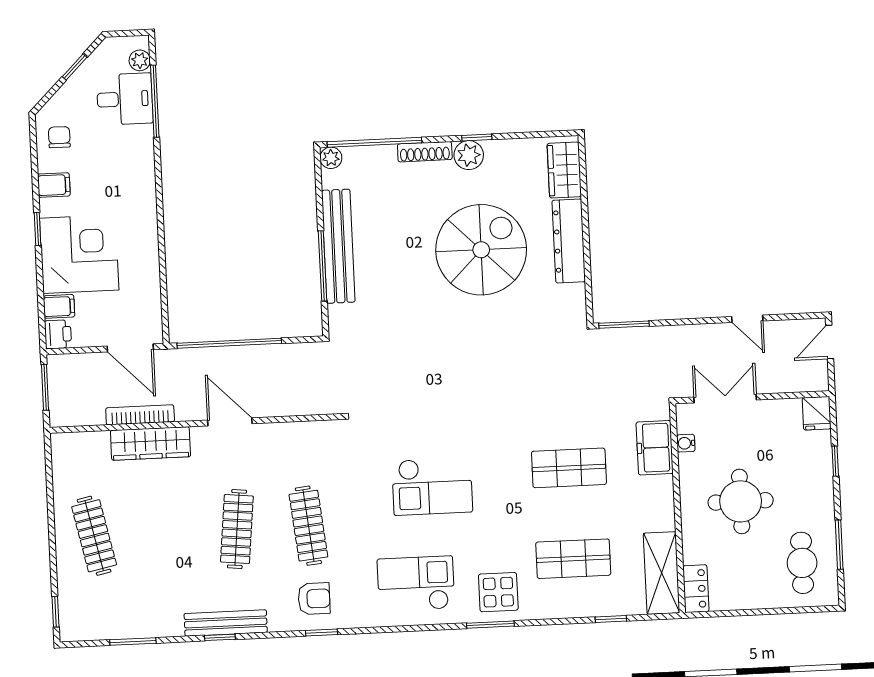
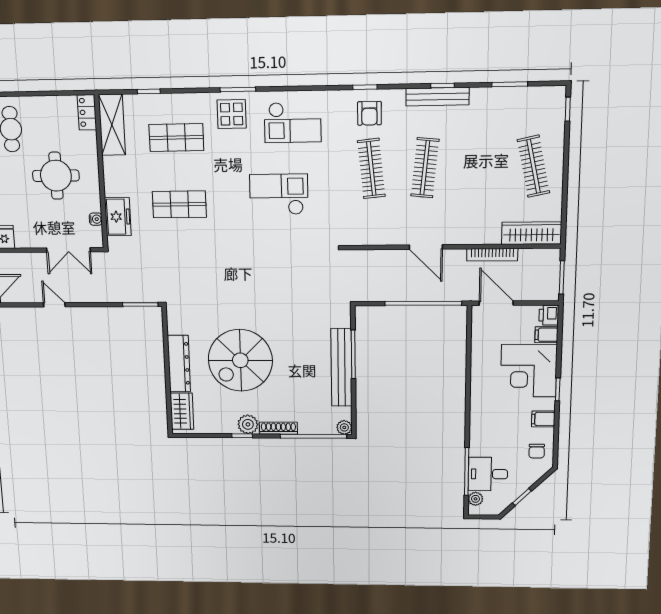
wardrobe: (150, 443) -> (532, 233), moved
armchair: (314, 599) -> (369, 113), turned -90

